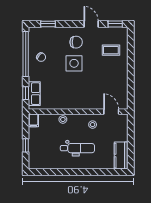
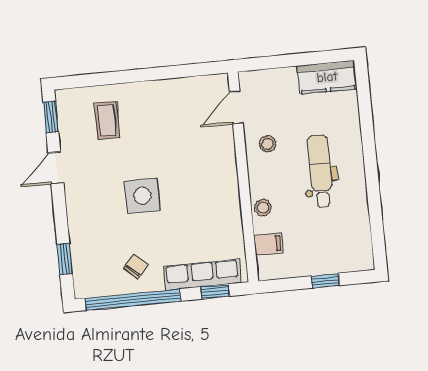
chair: (76, 42) -> (97, 196), removed
row of seats: (34, 94) -> (202, 274), width x1.48
filing cabinet: (33, 120) -> (269, 244), moved

